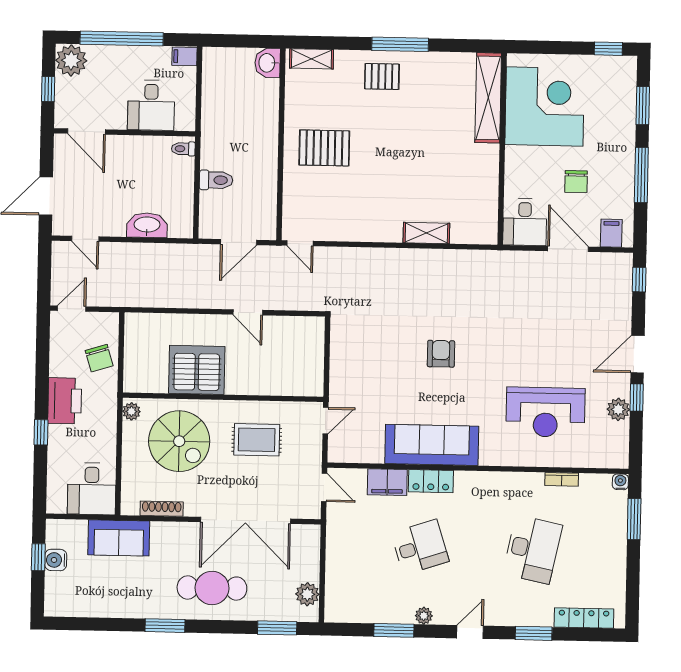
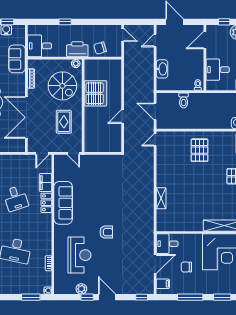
armchair: (441, 354) -> (106, 232), moved
printer: (65, 401) -> (77, 49), moved, turned 180
reception desk: (545, 412) -> (79, 255), turned 180
spiral stairs: (179, 441) -> (62, 86), turned -90

